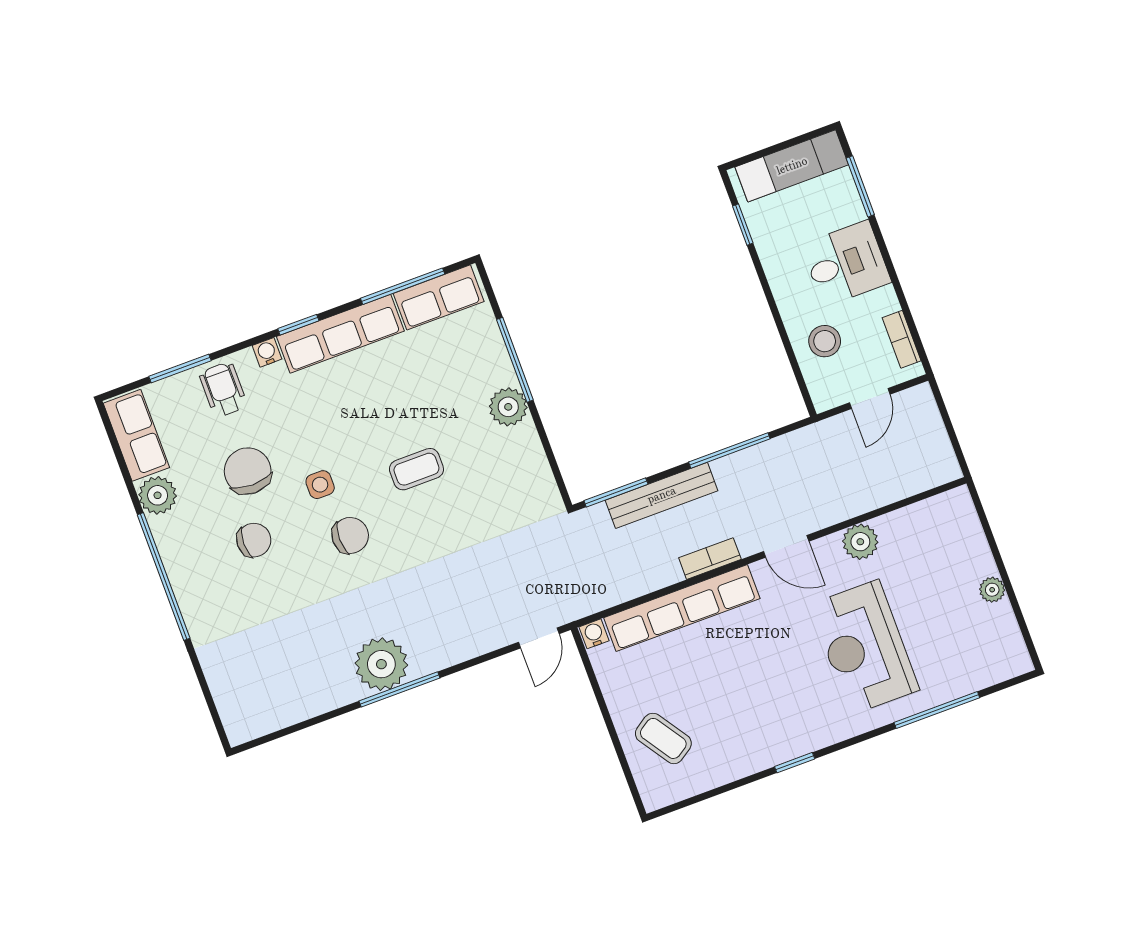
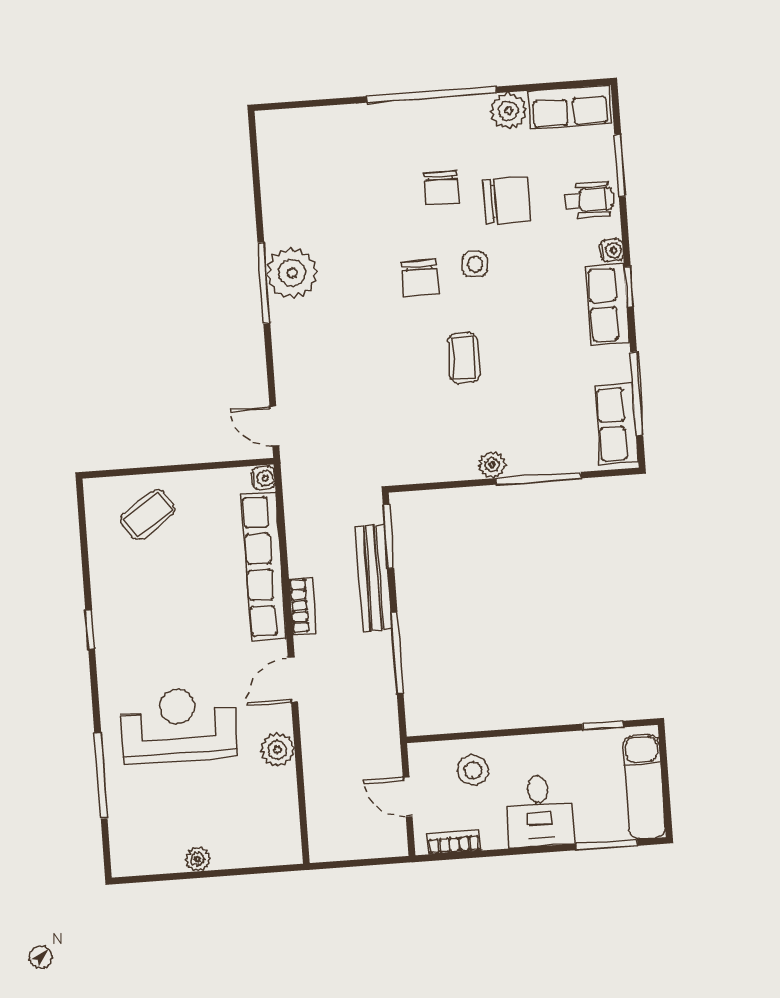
row of seats: (340, 334) -> (608, 304), width x0.68
plant: (508, 407) -> (492, 465), width x0.73, depth x0.73

